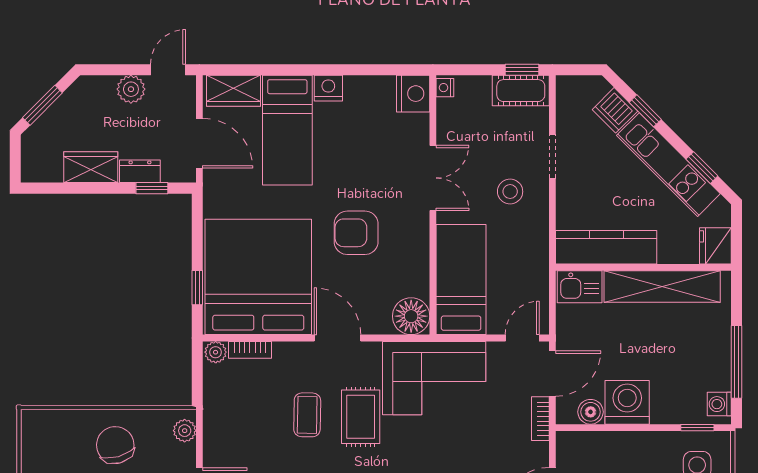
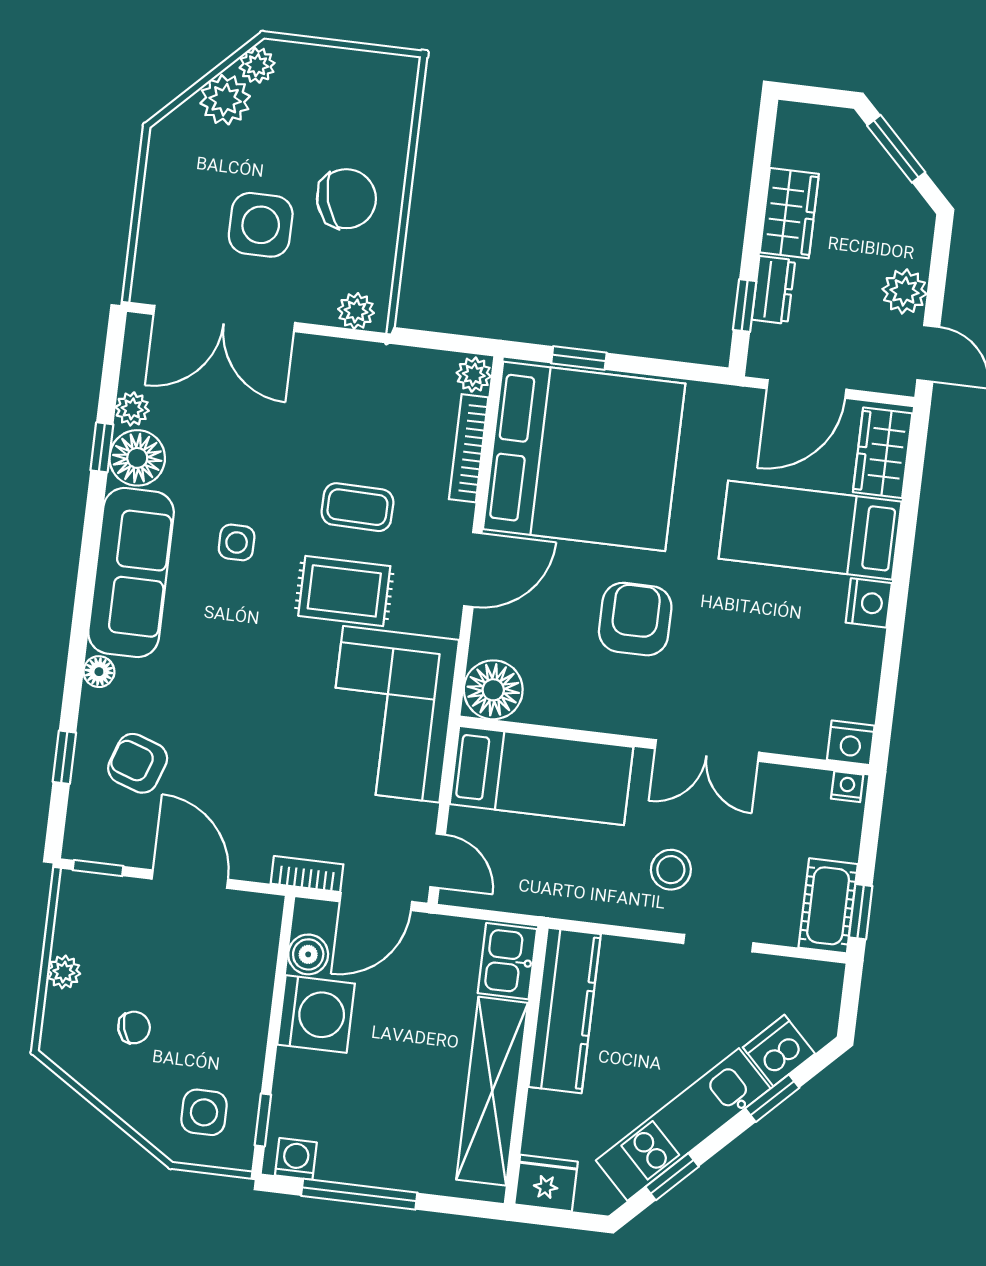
nightstand: (413, 94) -> (851, 743), width x0.74, depth x0.75
bookcase: (250, 350) -> (469, 448), width x1.56
door: (552, 374) -> (376, 902), hinge flipped

